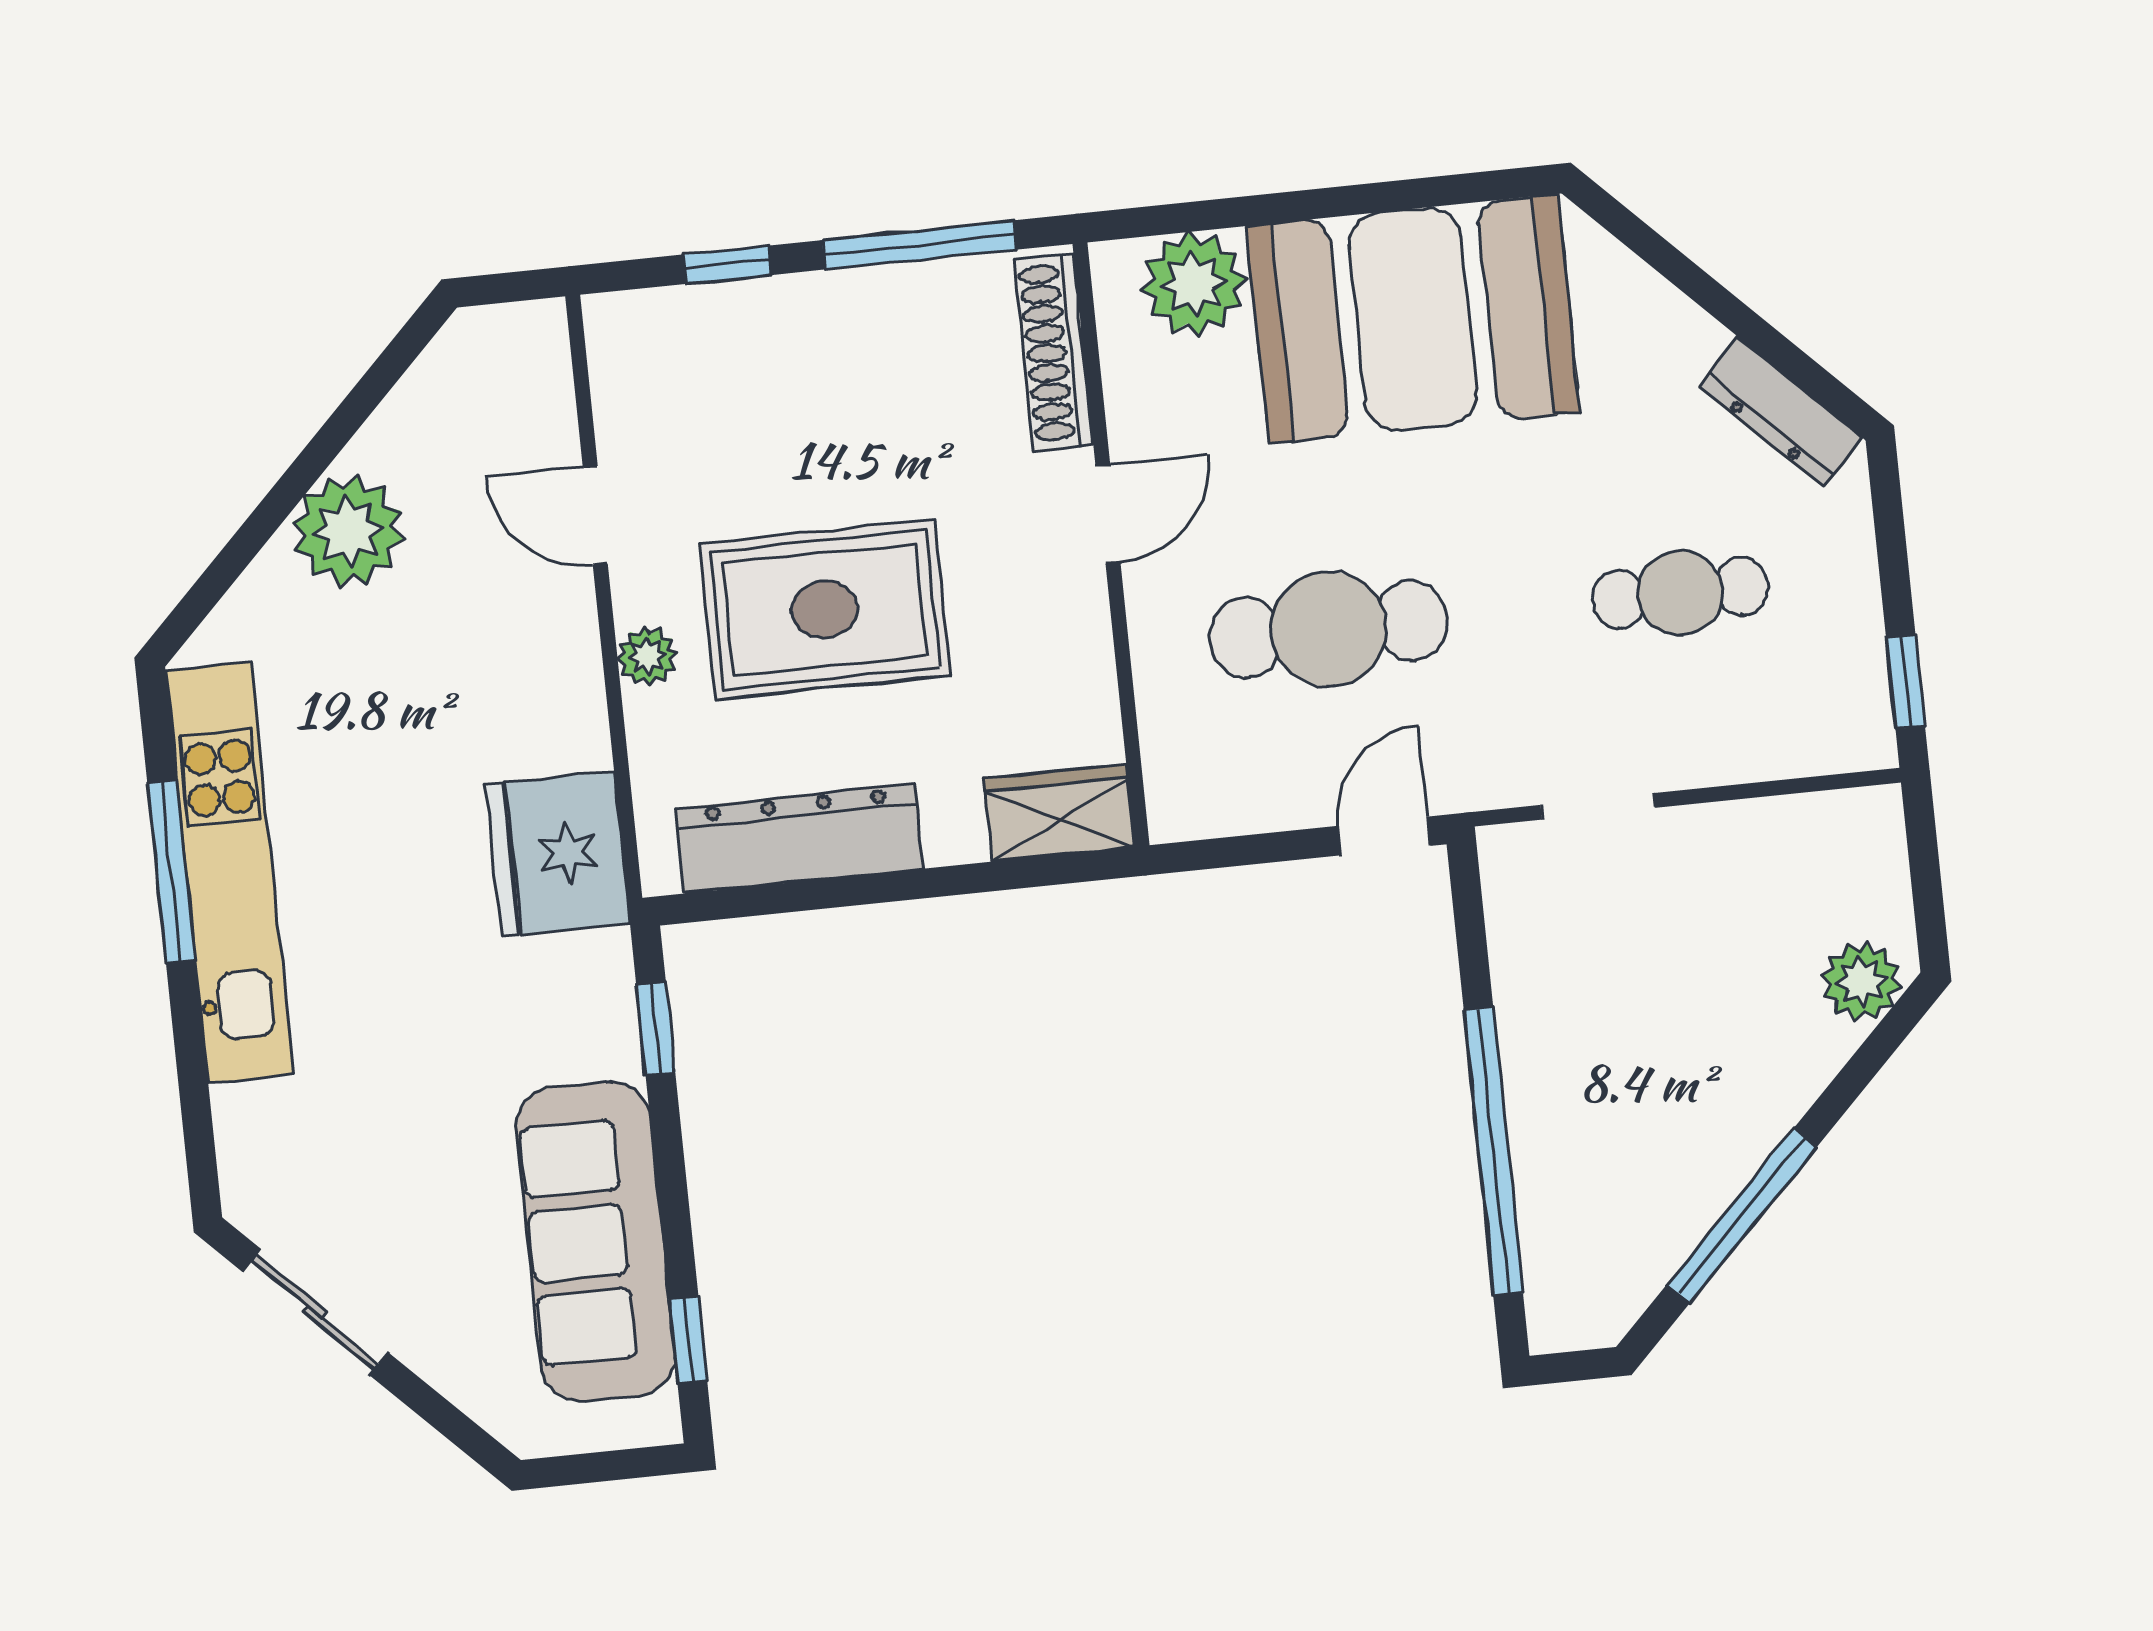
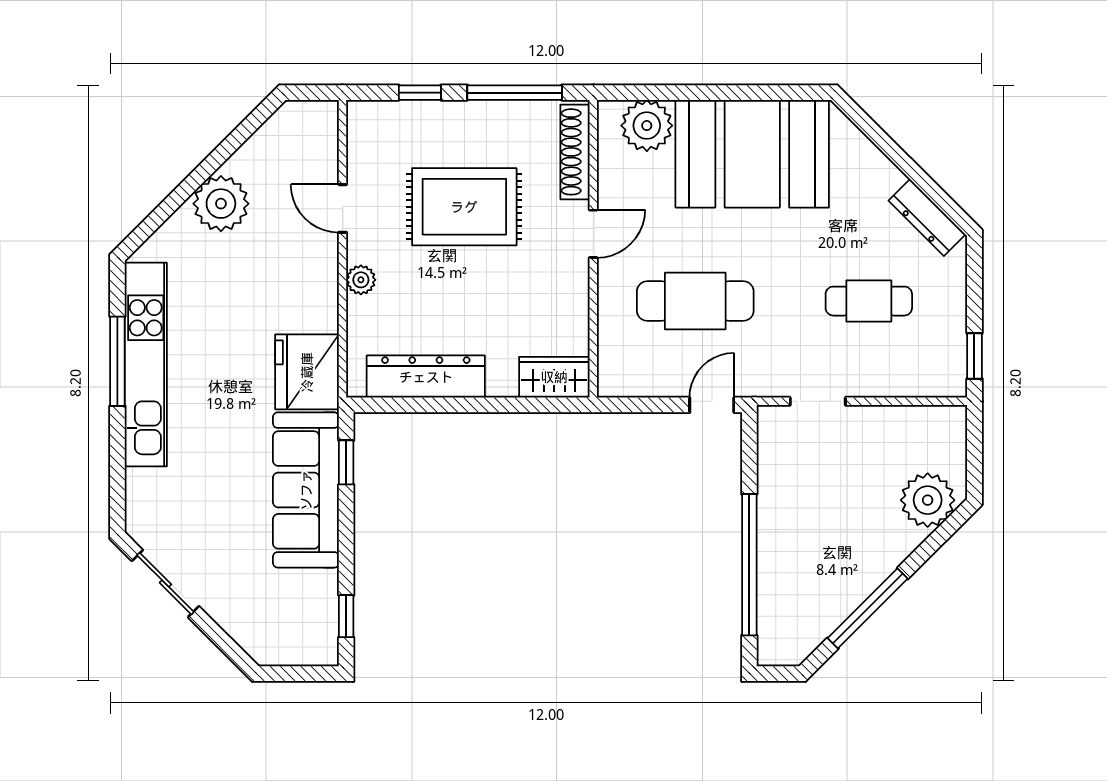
rug: (825, 610) -> (464, 207), moved
plant: (1861, 981) -> (928, 500), width x1.36, depth x1.36
sofa: (595, 1241) -> (306, 490), moved

